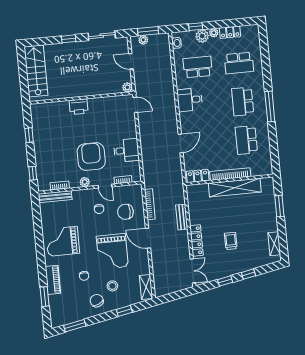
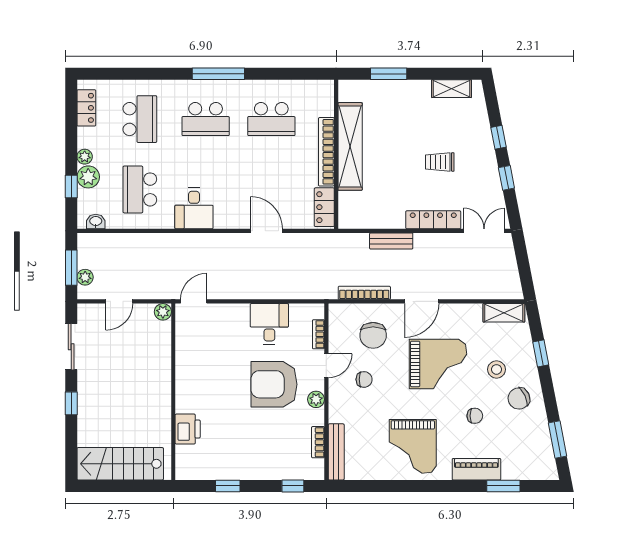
locker: (230, 32) -> (86, 108), moved
printer: (79, 107) -> (188, 429), moved

